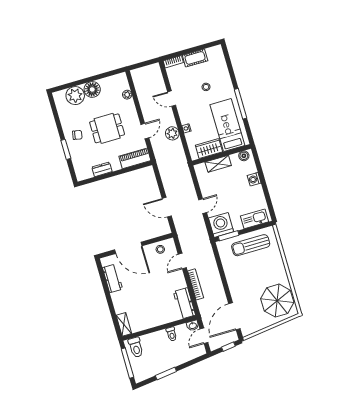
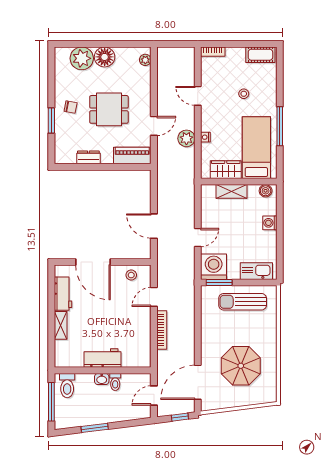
cot: (195, 58) -> (260, 55), moved
plant: (127, 95) -> (145, 60), moved
parasol: (277, 301) -> (241, 366), moved
workbench: (184, 303) -> (103, 358), moved, turned 90
shelving: (124, 324) -> (61, 325), moved
washbasin: (193, 325) -> (102, 379), moved

